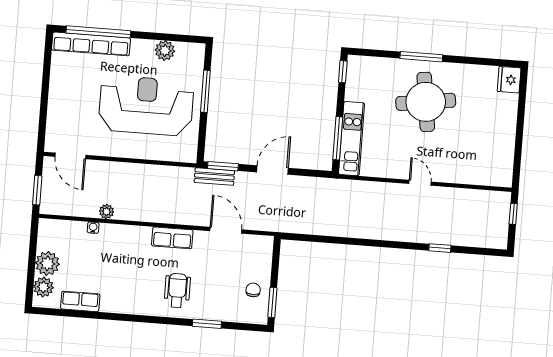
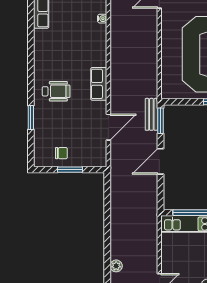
door: (272, 170) -> (160, 161), swing flipped
plant: (106, 212) -> (116, 266), moved
window: (272, 302) -> (70, 170), moved

